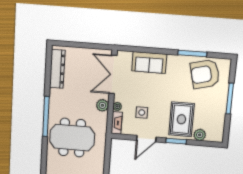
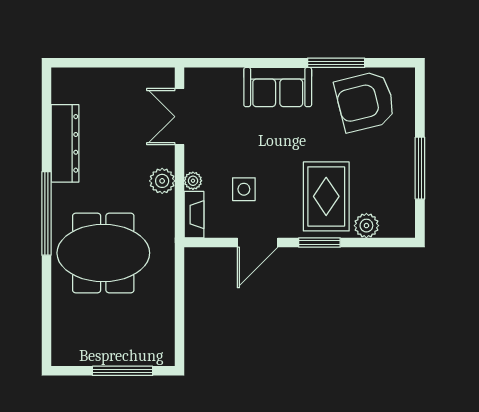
sofa: (149, 62) -> (278, 87), moved
dresser: (57, 69) -> (65, 143), moved
double door: (113, 74) -> (179, 117), width x0.73
window: (230, 99) -> (420, 168), moved

